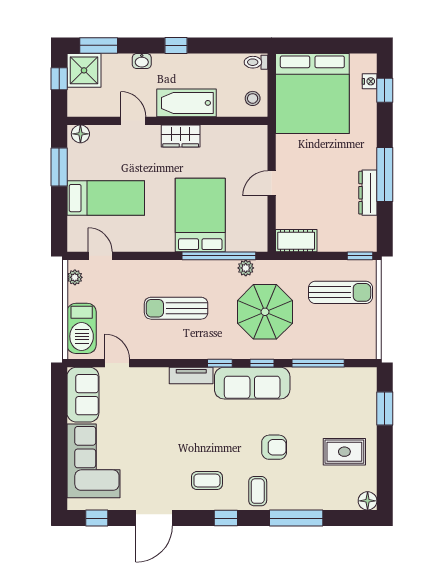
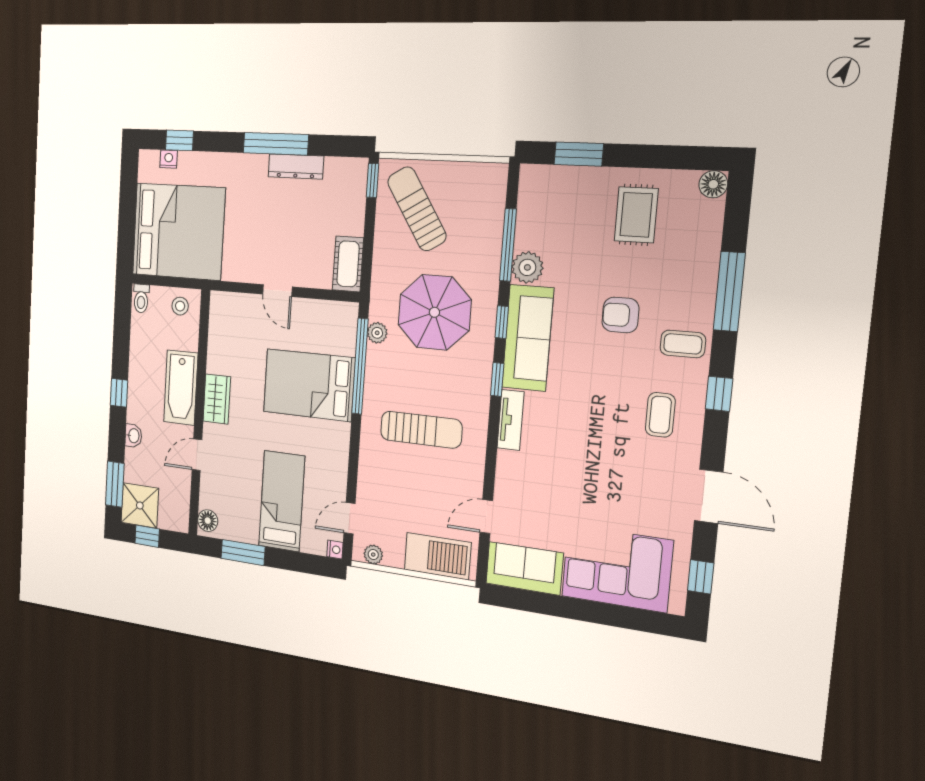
nightstand: (74, 246) -> (335, 550), added
sun lounger: (341, 292) -> (417, 209), turned -32
sun lounger: (176, 308) -> (421, 430), turned -90
plant: (303, 379) -> (527, 267), added
armchair: (274, 447) -> (621, 315), turned -90

